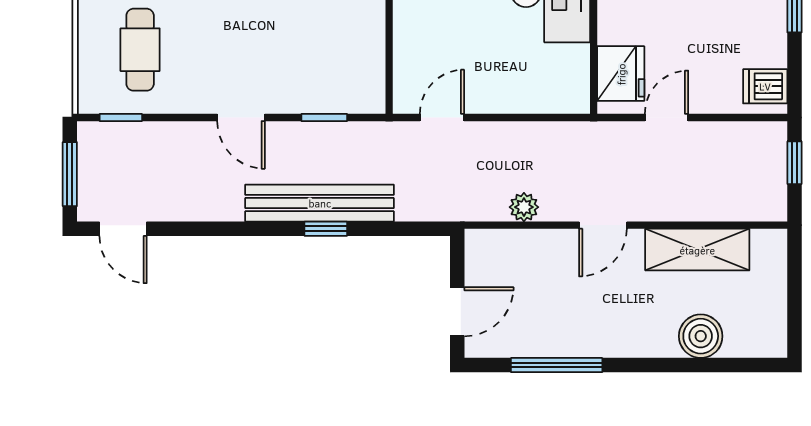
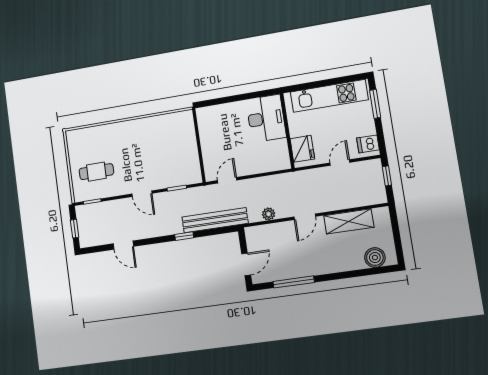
cafe table: (140, 50) -> (96, 172), turned 90
door: (666, 118) -> (340, 163), moved
window: (70, 174) -> (75, 229), width x0.67
bench: (320, 203) -> (215, 220), moved
door: (123, 229) -> (123, 245), moved
boiler: (701, 336) -> (375, 258), moved

